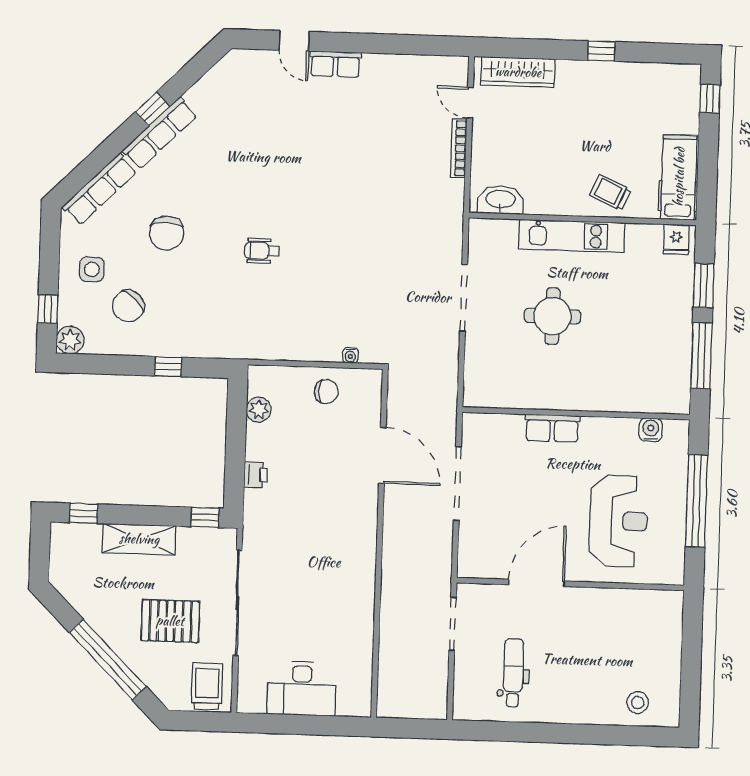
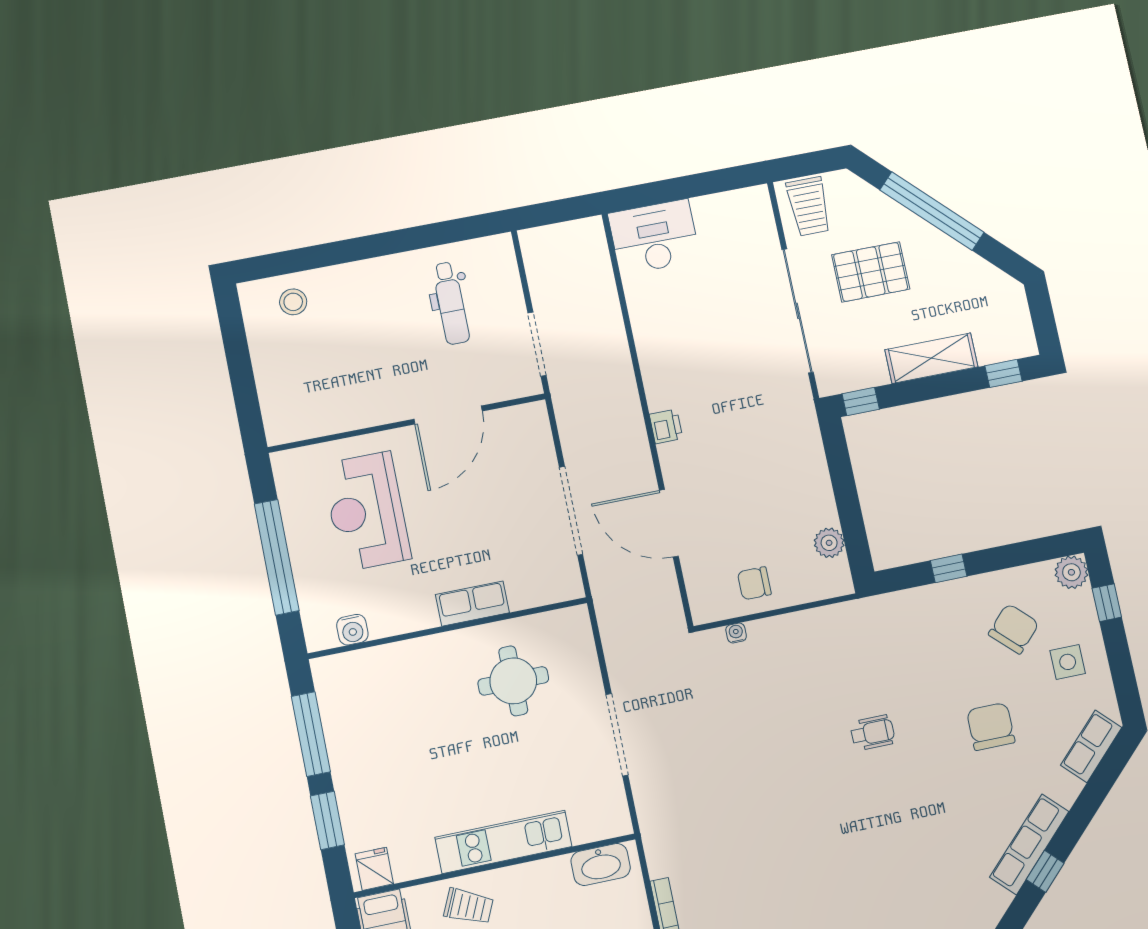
row of seats: (100, 189) -> (1091, 746), width x0.68
round table: (552, 316) -> (513, 681), moved
printer: (256, 475) -> (666, 426), moved, turned 180
desk: (302, 688) -> (654, 237), moved

